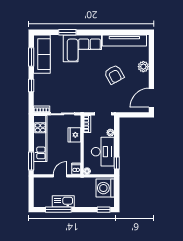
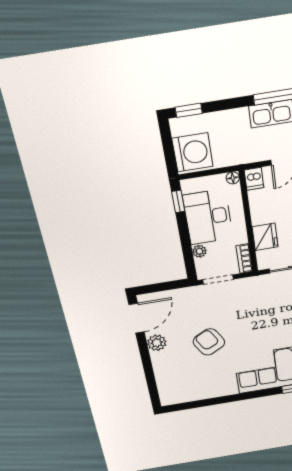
tv unit: (124, 40) -> (200, 392), removed
plant: (143, 67) -> (157, 343), moved

